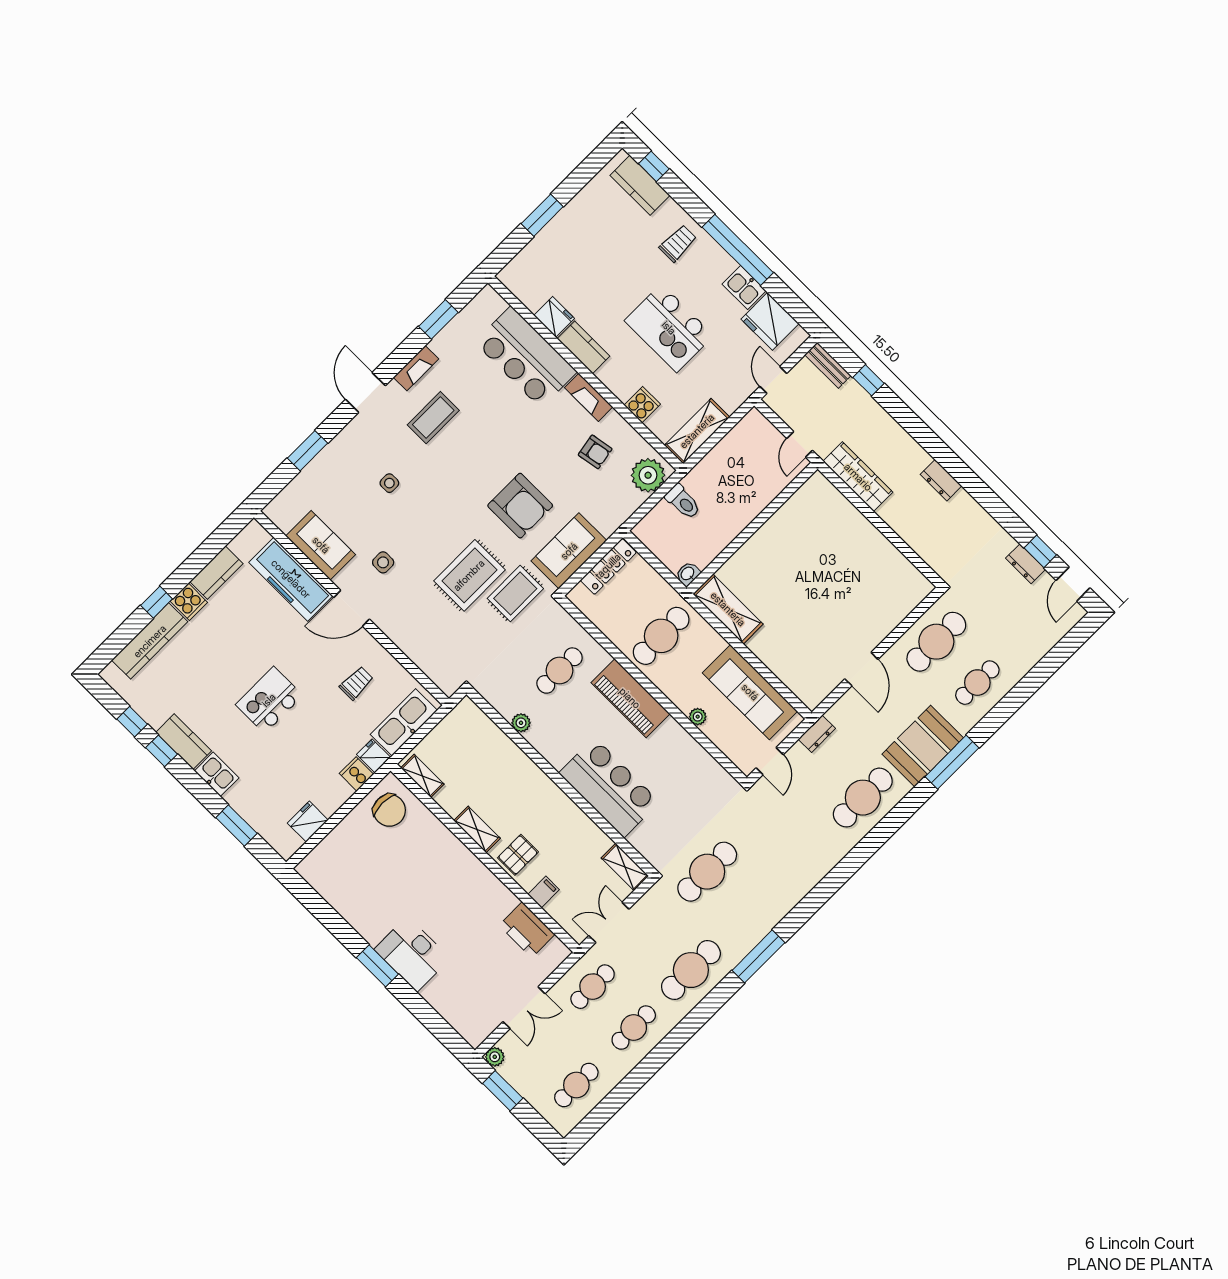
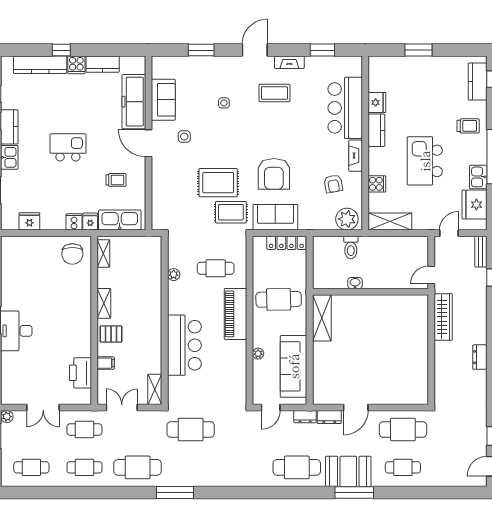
dresser: (1026, 564) -> (329, 417), moved, turned -90
washbasin: (688, 574) -> (355, 283), moved

